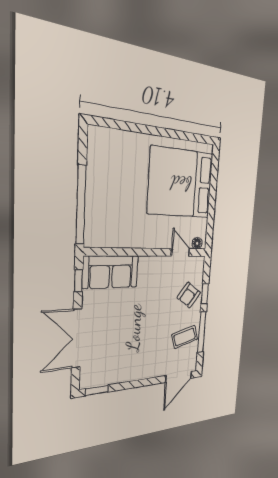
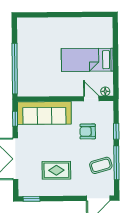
bed: (181, 183) -> (87, 60), width x0.49
sofa: (111, 272) -> (44, 113), width x1.36
armchair: (189, 295) -> (88, 131), moved, turned 53
rug: (132, 349) -> (56, 170), added

